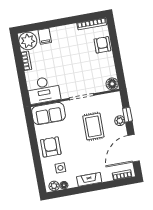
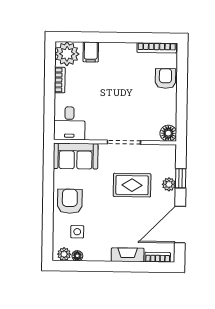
desk: (44, 90) -> (69, 123), width x0.73
rug: (93, 126) -> (132, 185), turned 90
fireplace: (89, 179) -> (128, 255), moved

